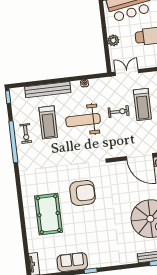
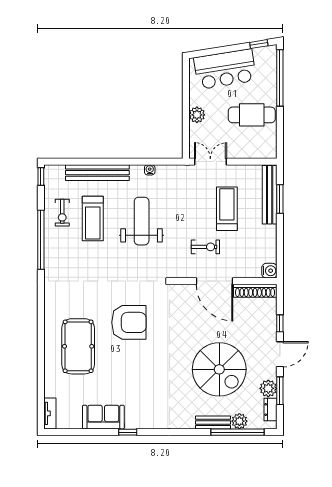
treadmill: (142, 104) -> (227, 209), turned 180
exercise bike: (119, 112) -> (205, 247), moved
weight bench: (83, 120) -> (142, 221), turned 90
exercise bike: (26, 133) -> (62, 213), moved

